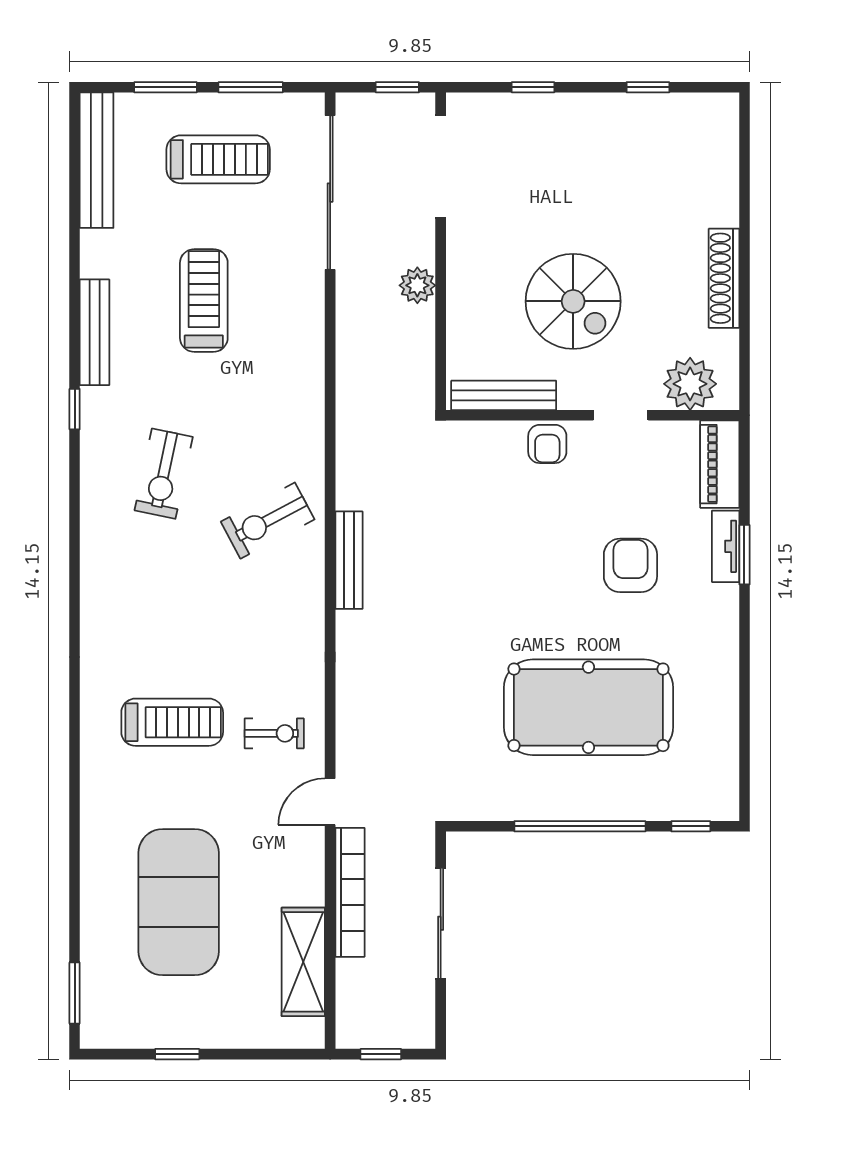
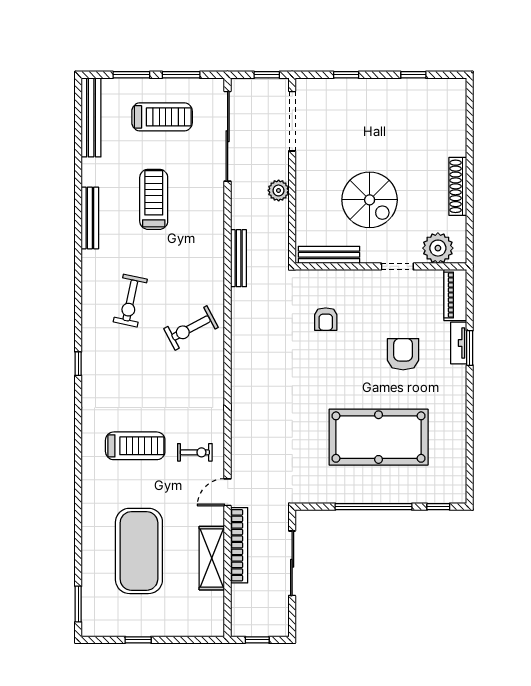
window: (75, 409) -> (78, 364), moved
armchair: (547, 444) -> (326, 319), moved
bench: (349, 560) -> (239, 258), moved
shelving: (303, 962) -> (212, 558), moved

